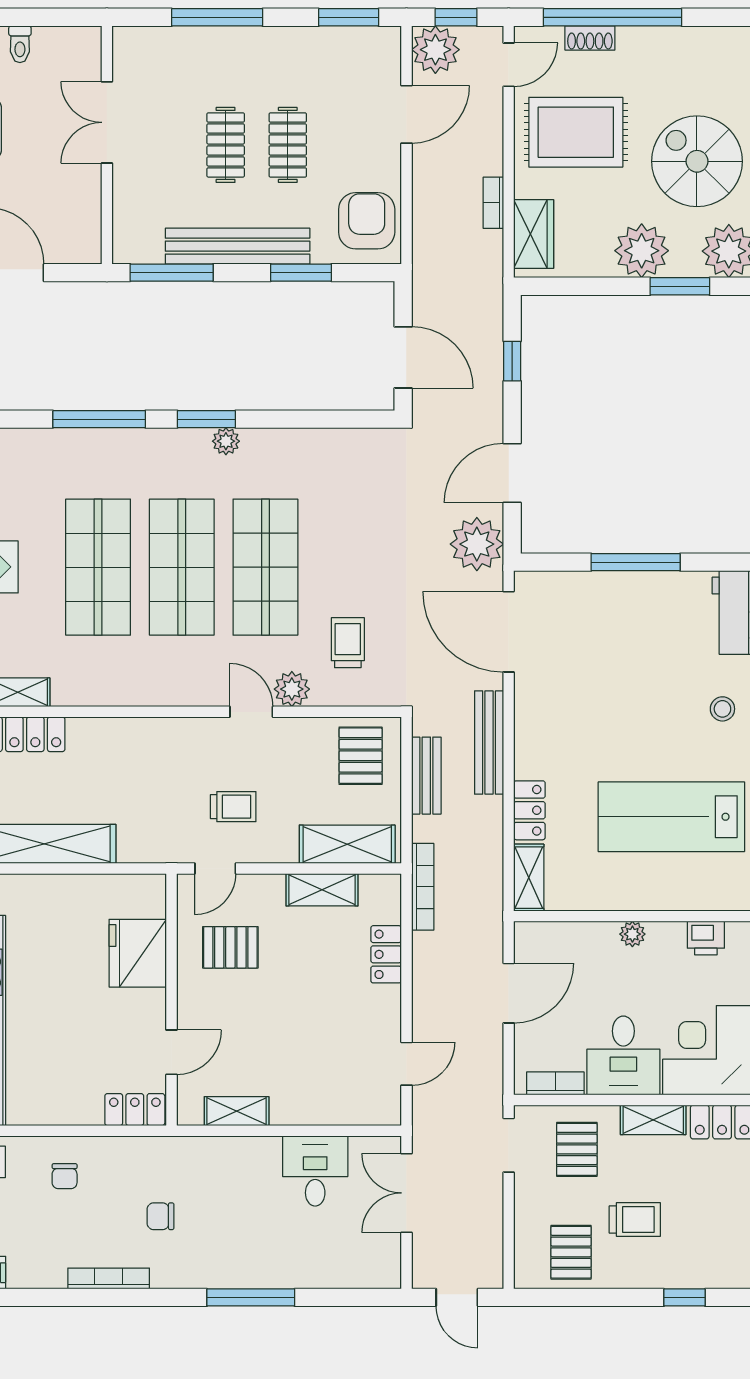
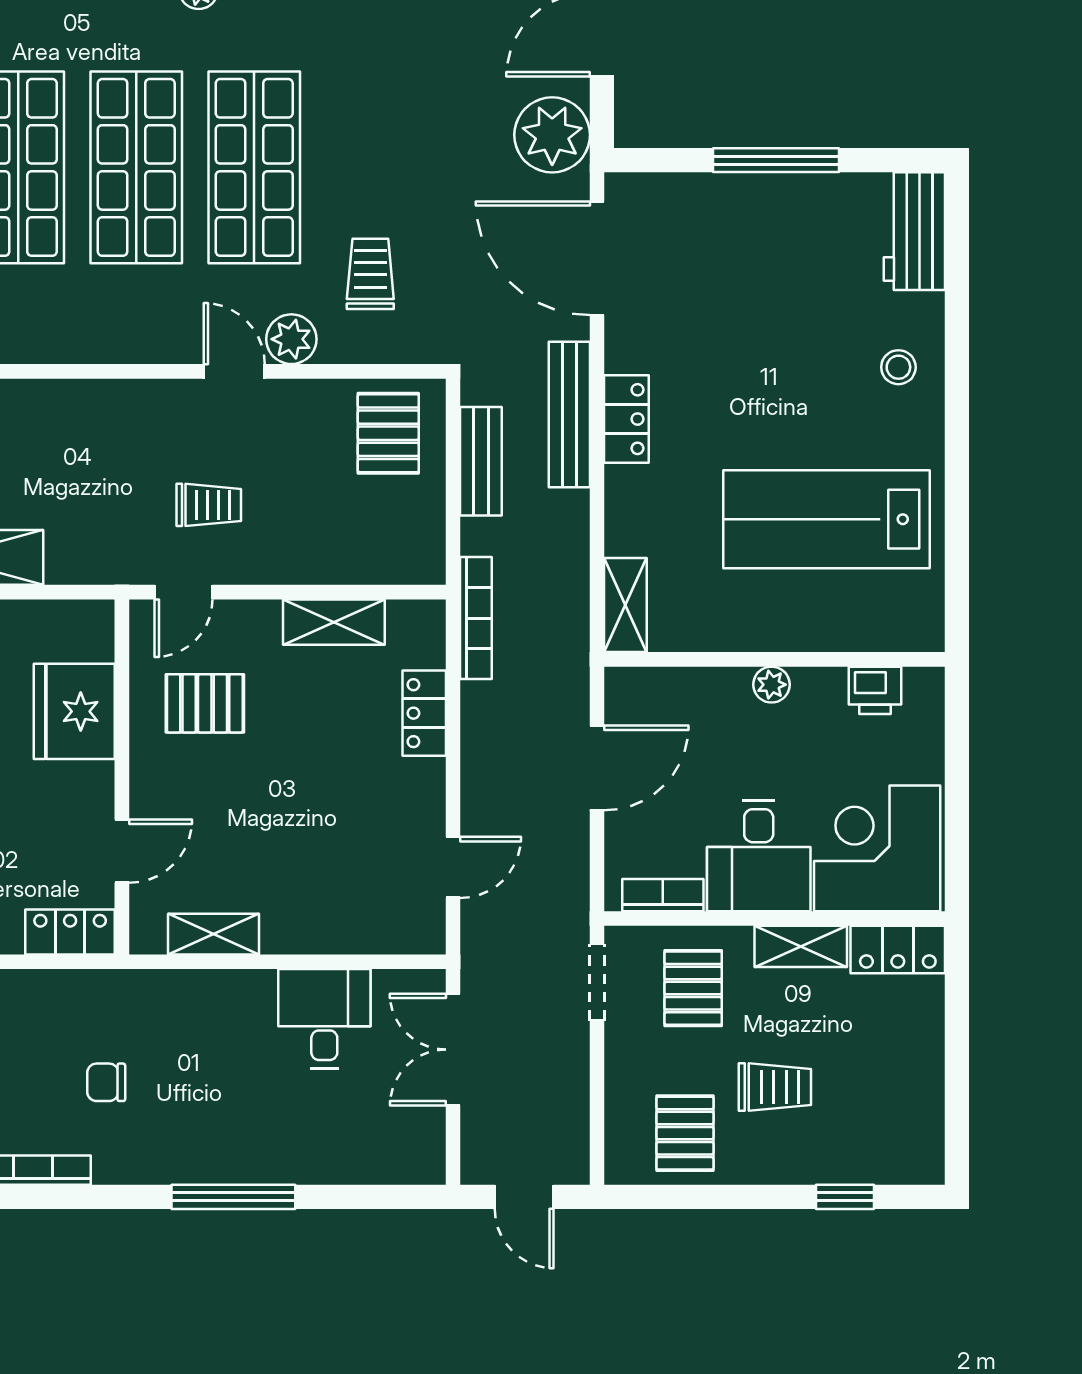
locker: (529, 810) -> (626, 419), moved
shelving: (347, 844) -> (369, 558), removed

